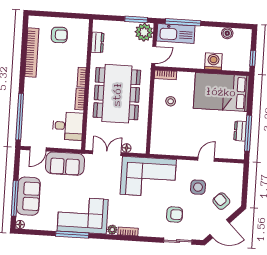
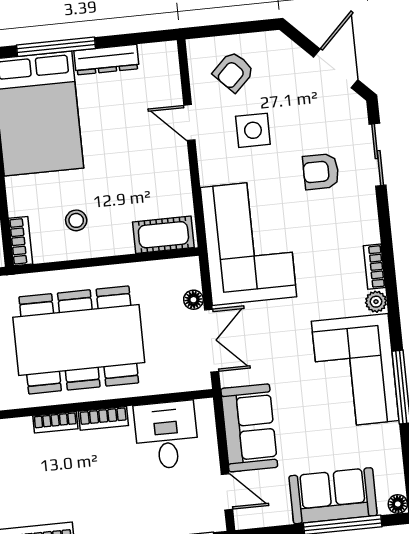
dresser: (240, 131) -> (106, 60), width x1.44
window: (248, 133) -> (56, 47), moved
cot: (158, 139) -> (163, 235), added
double door: (107, 153) -> (212, 341), swing flipped
armchair: (221, 201) -> (234, 72), moved
armchair: (175, 214) -> (321, 172), turned -90

